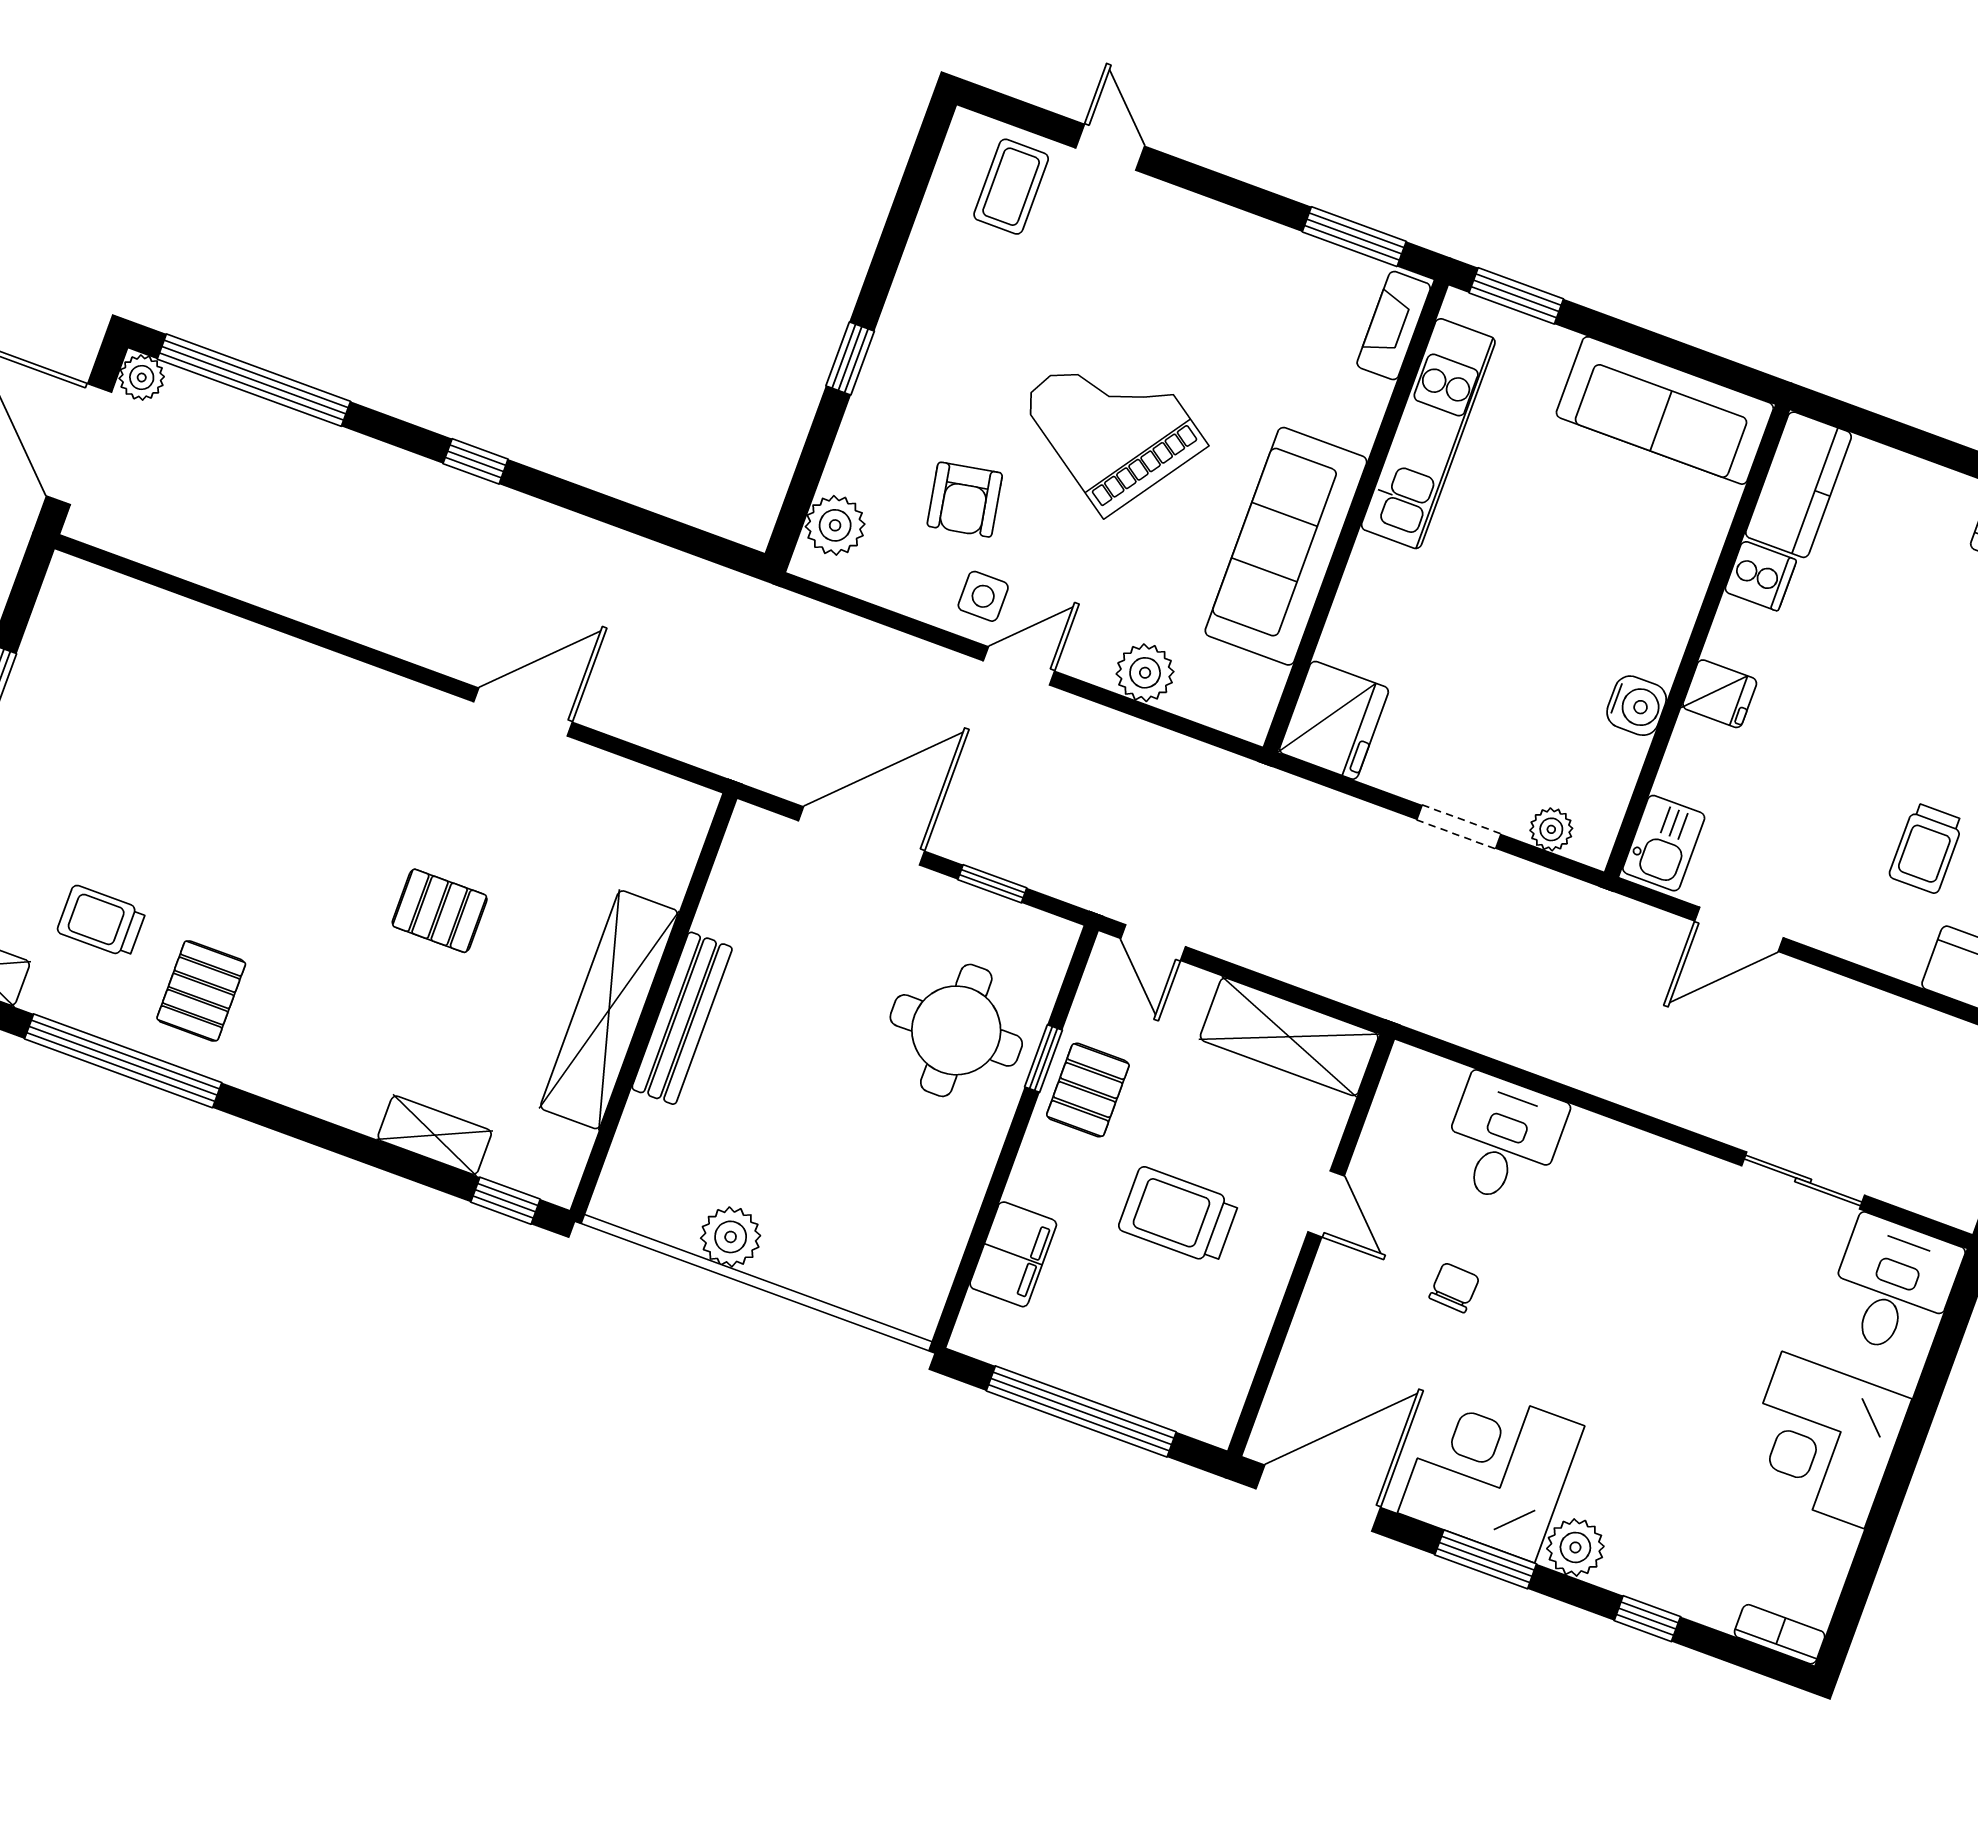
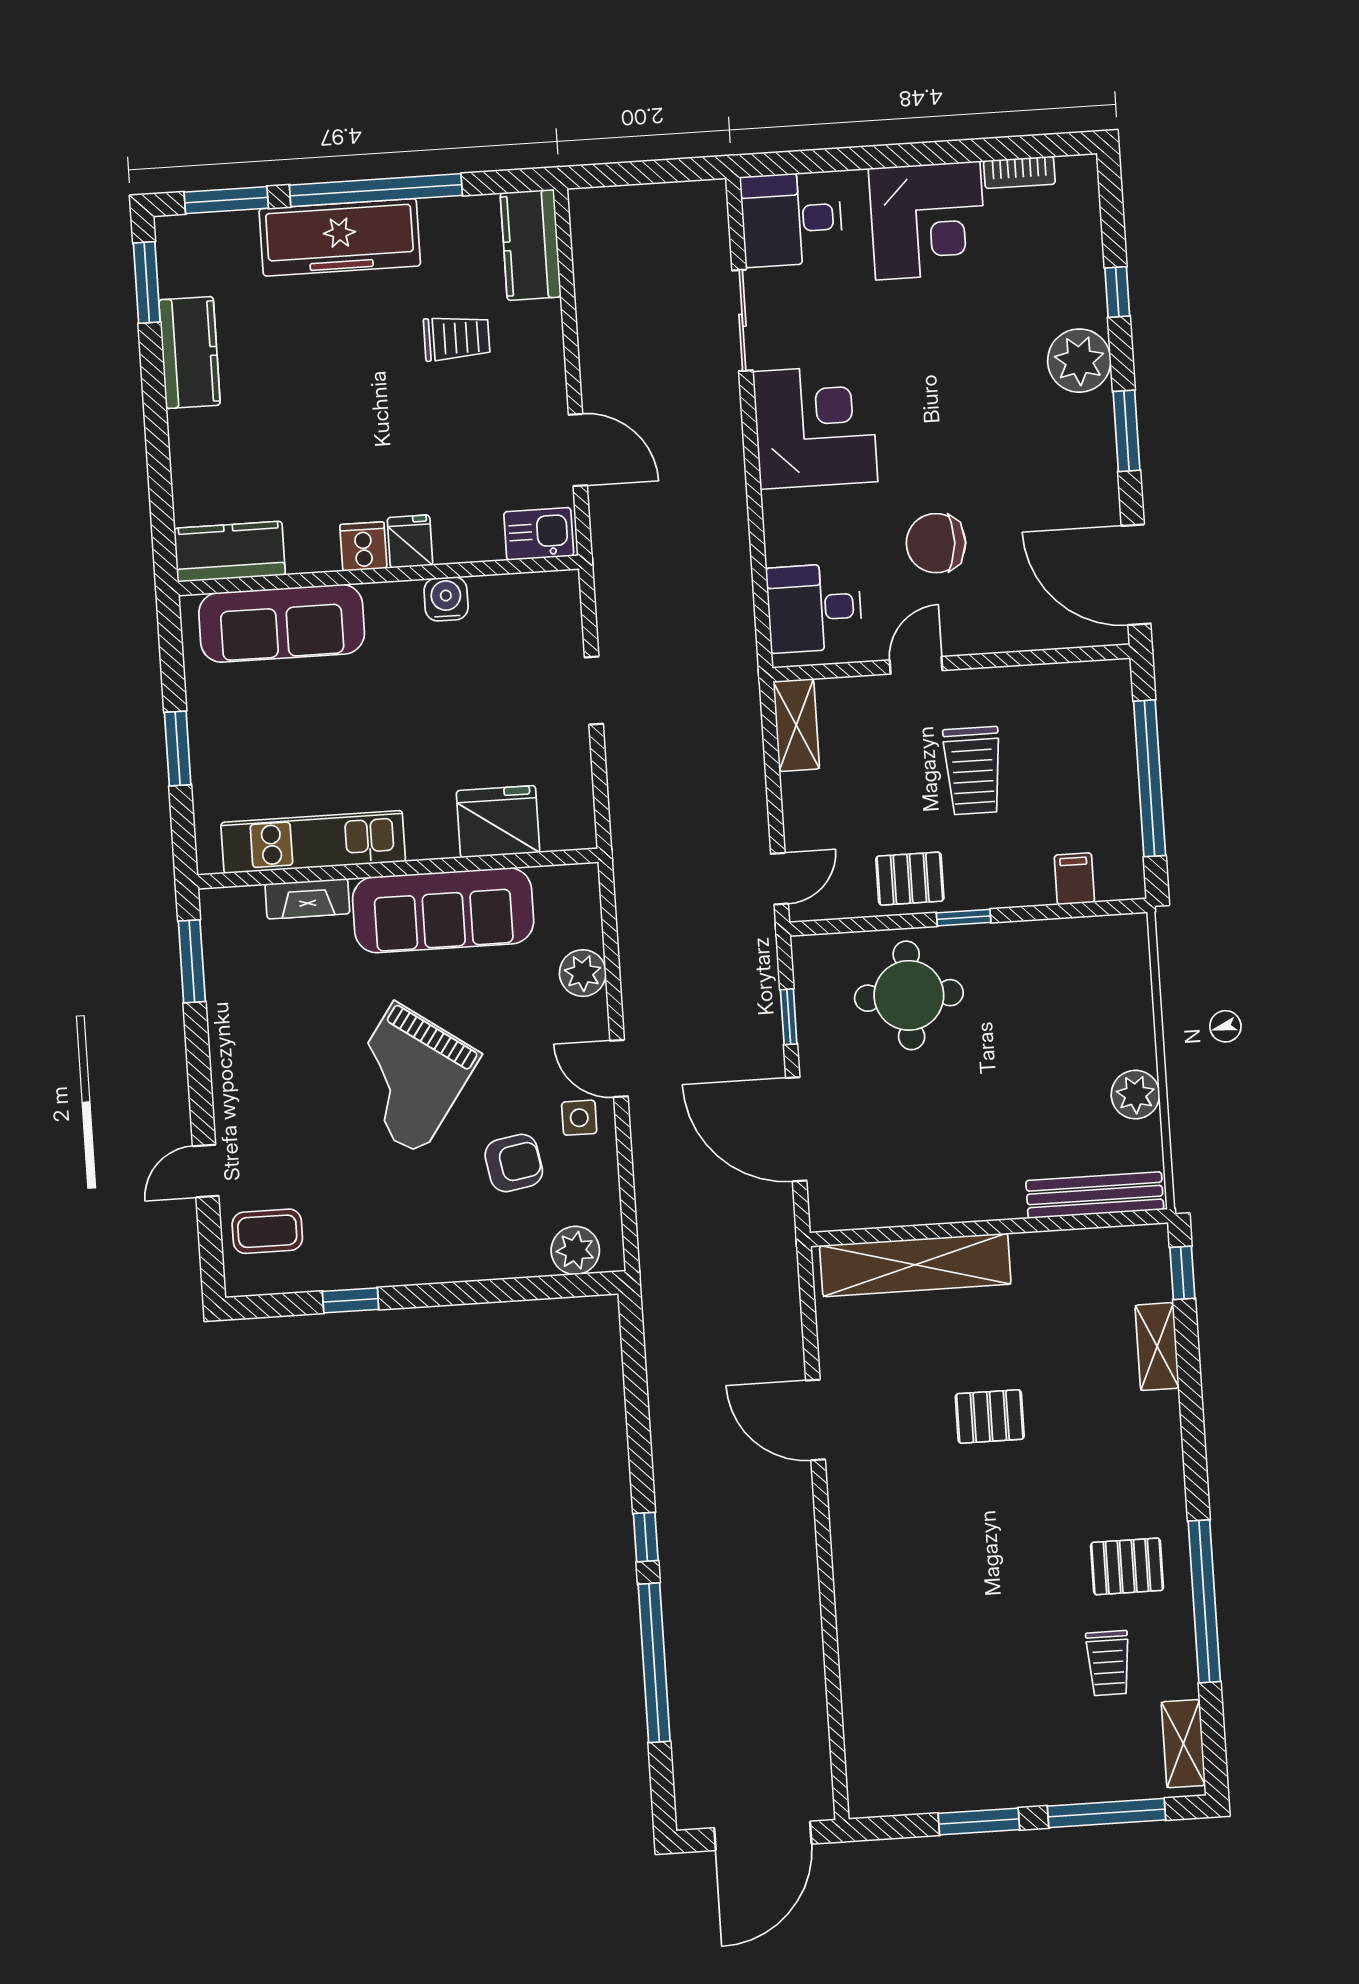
window: (1516, 296) -> (178, 749), moved
fireplace: (1394, 326) -> (307, 899), moved
window: (850, 358) -> (351, 1300), moved
plant: (142, 378) -> (693, 1811), removed
window: (254, 380) -> (654, 1663), moved
sofa: (1665, 410) -> (282, 623), moved, turned 90
cooker: (1760, 576) -> (363, 546), moved
fridge: (1334, 720) -> (498, 822), moved
plant: (1551, 829) -> (565, 621), removed
pallet: (440, 911) -> (990, 1416), turned 90
shelving: (609, 1010) -> (915, 1265), moved
bench: (682, 1018) -> (1095, 1195), moved
shelving: (1289, 1037) -> (796, 725), width x0.67, depth x0.75
window: (1044, 1059) -> (964, 918), moved
desk: (1503, 1140) -> (814, 608), moved
filing cabinet: (1013, 1254) -> (1074, 879), width x0.50
chair: (1454, 1288) -> (936, 543), width x1.87, depth x1.87
corner desk: (1491, 1469) -> (815, 427), moved, turned 180
plant: (1575, 1547) -> (1079, 361), width x1.36, depth x1.36
bookcase: (1780, 1634) -> (1019, 172), moved, turned -90

